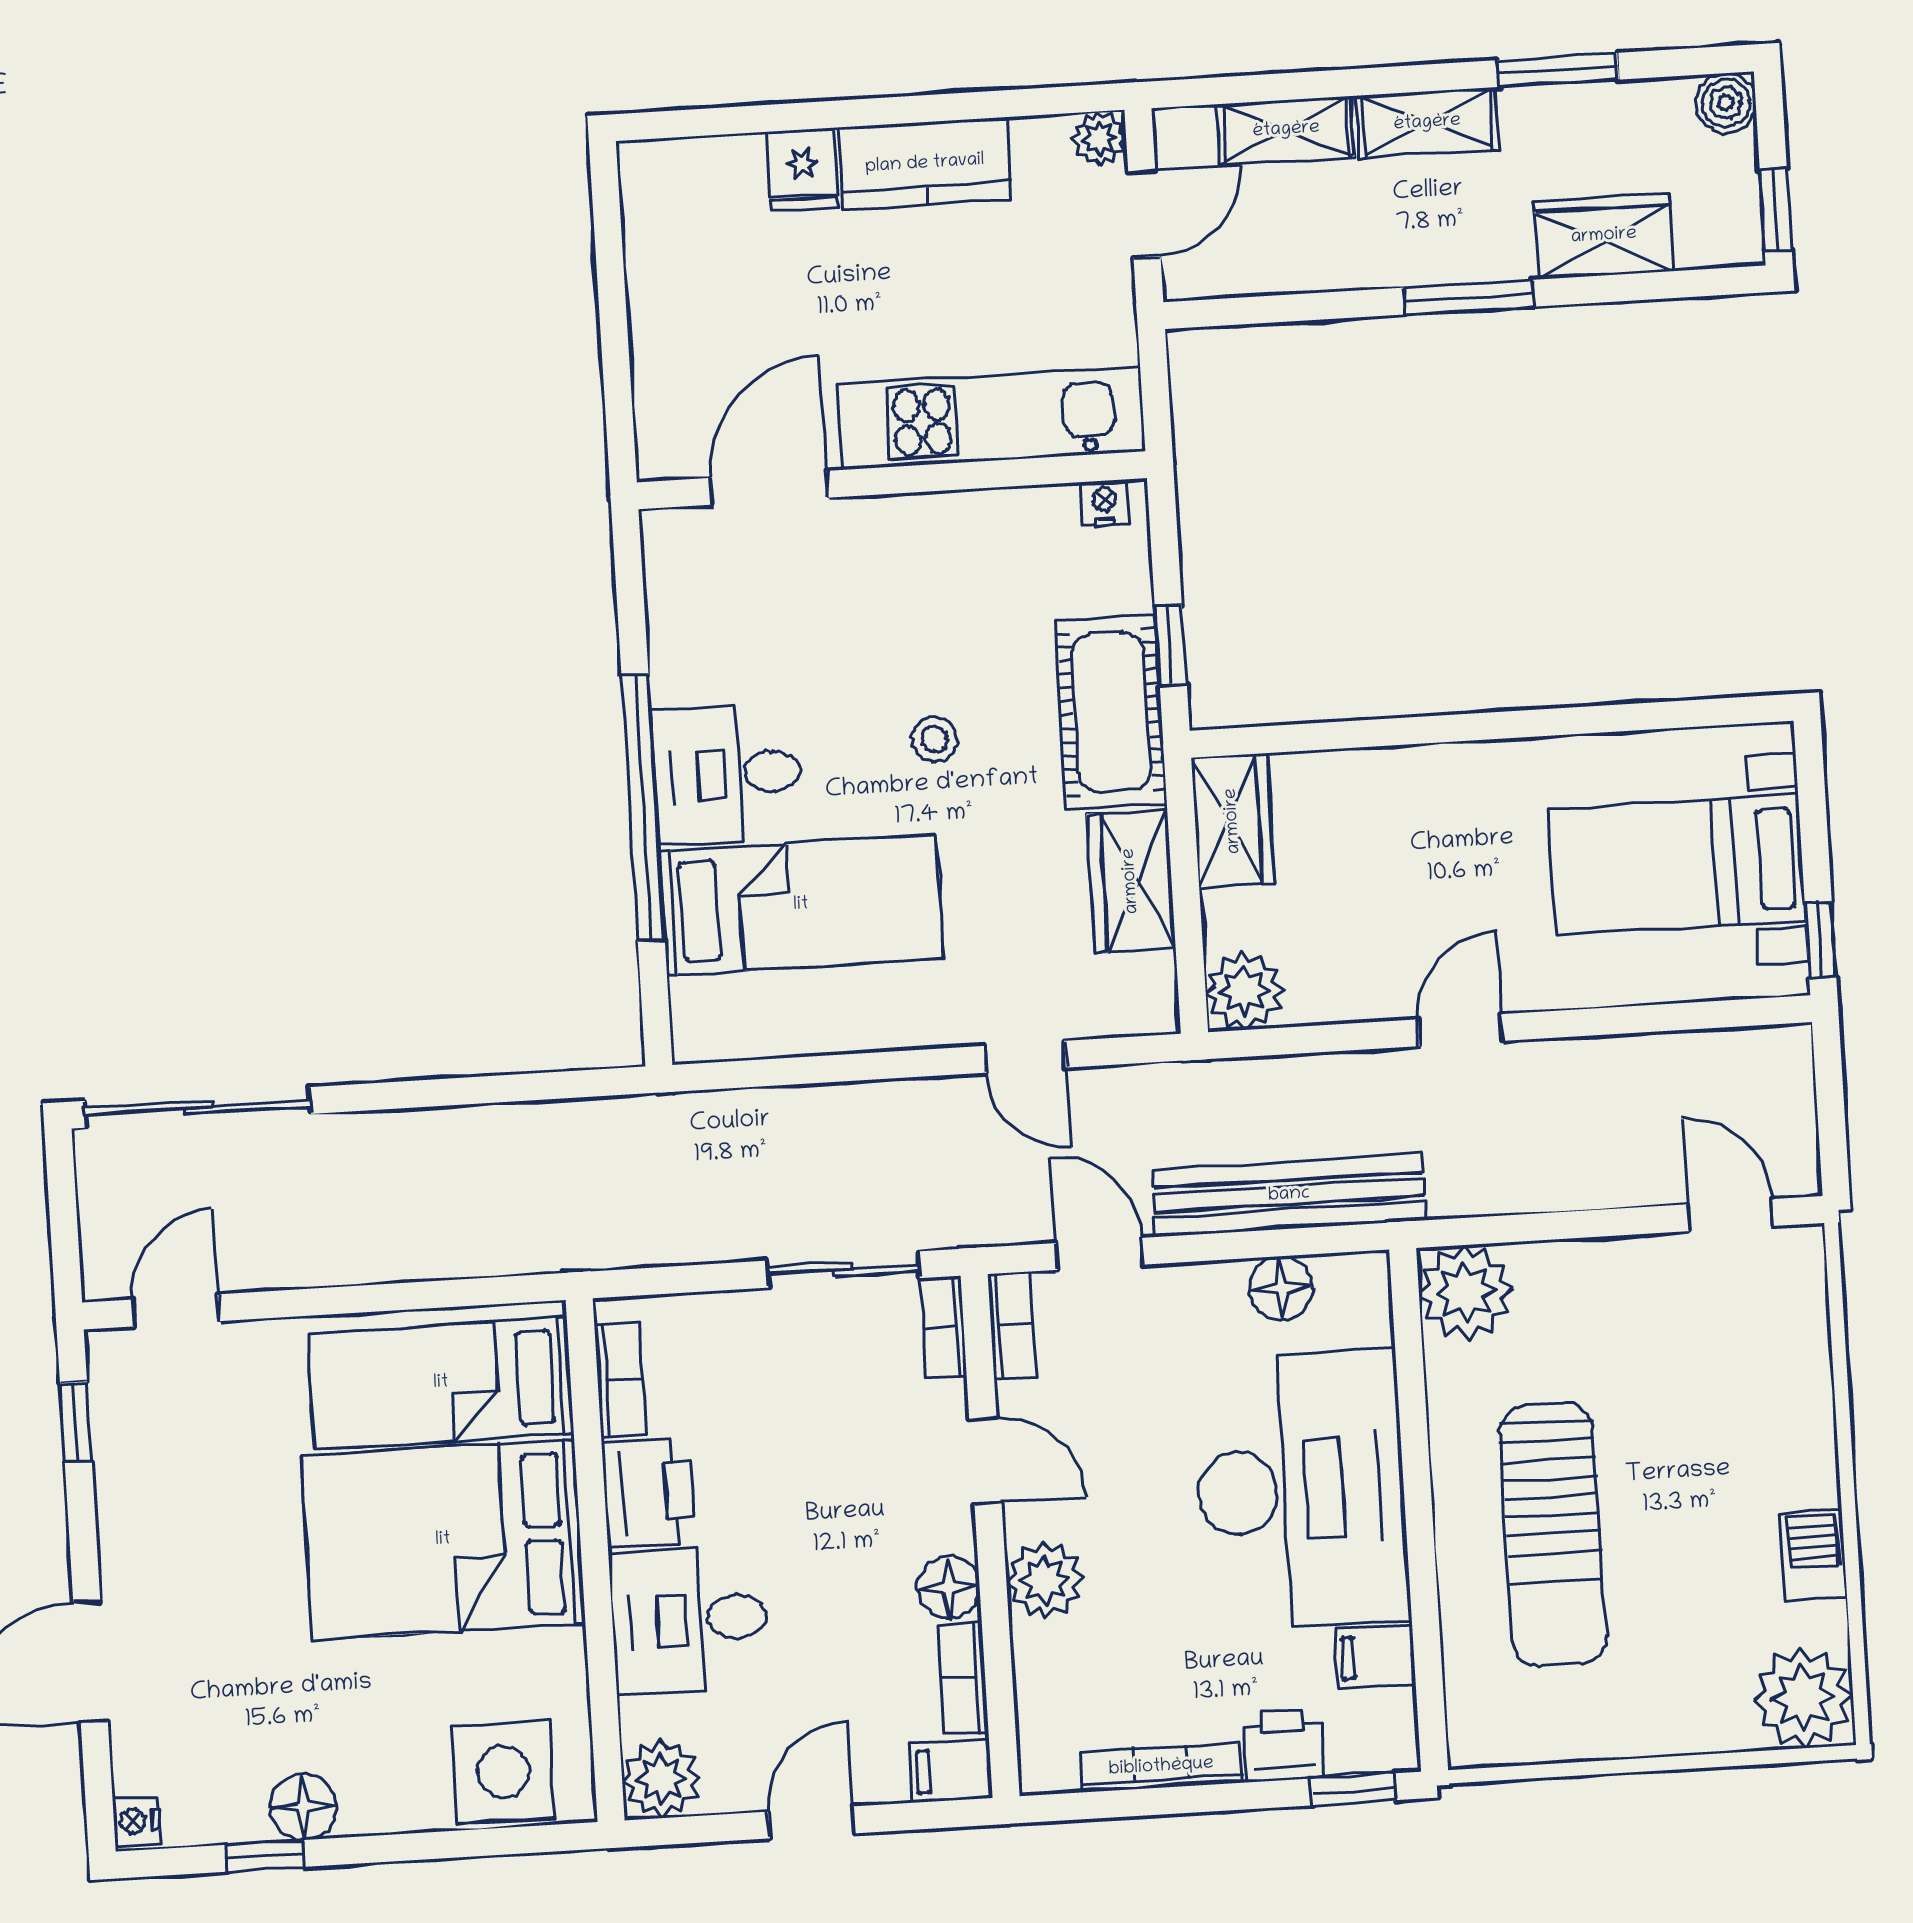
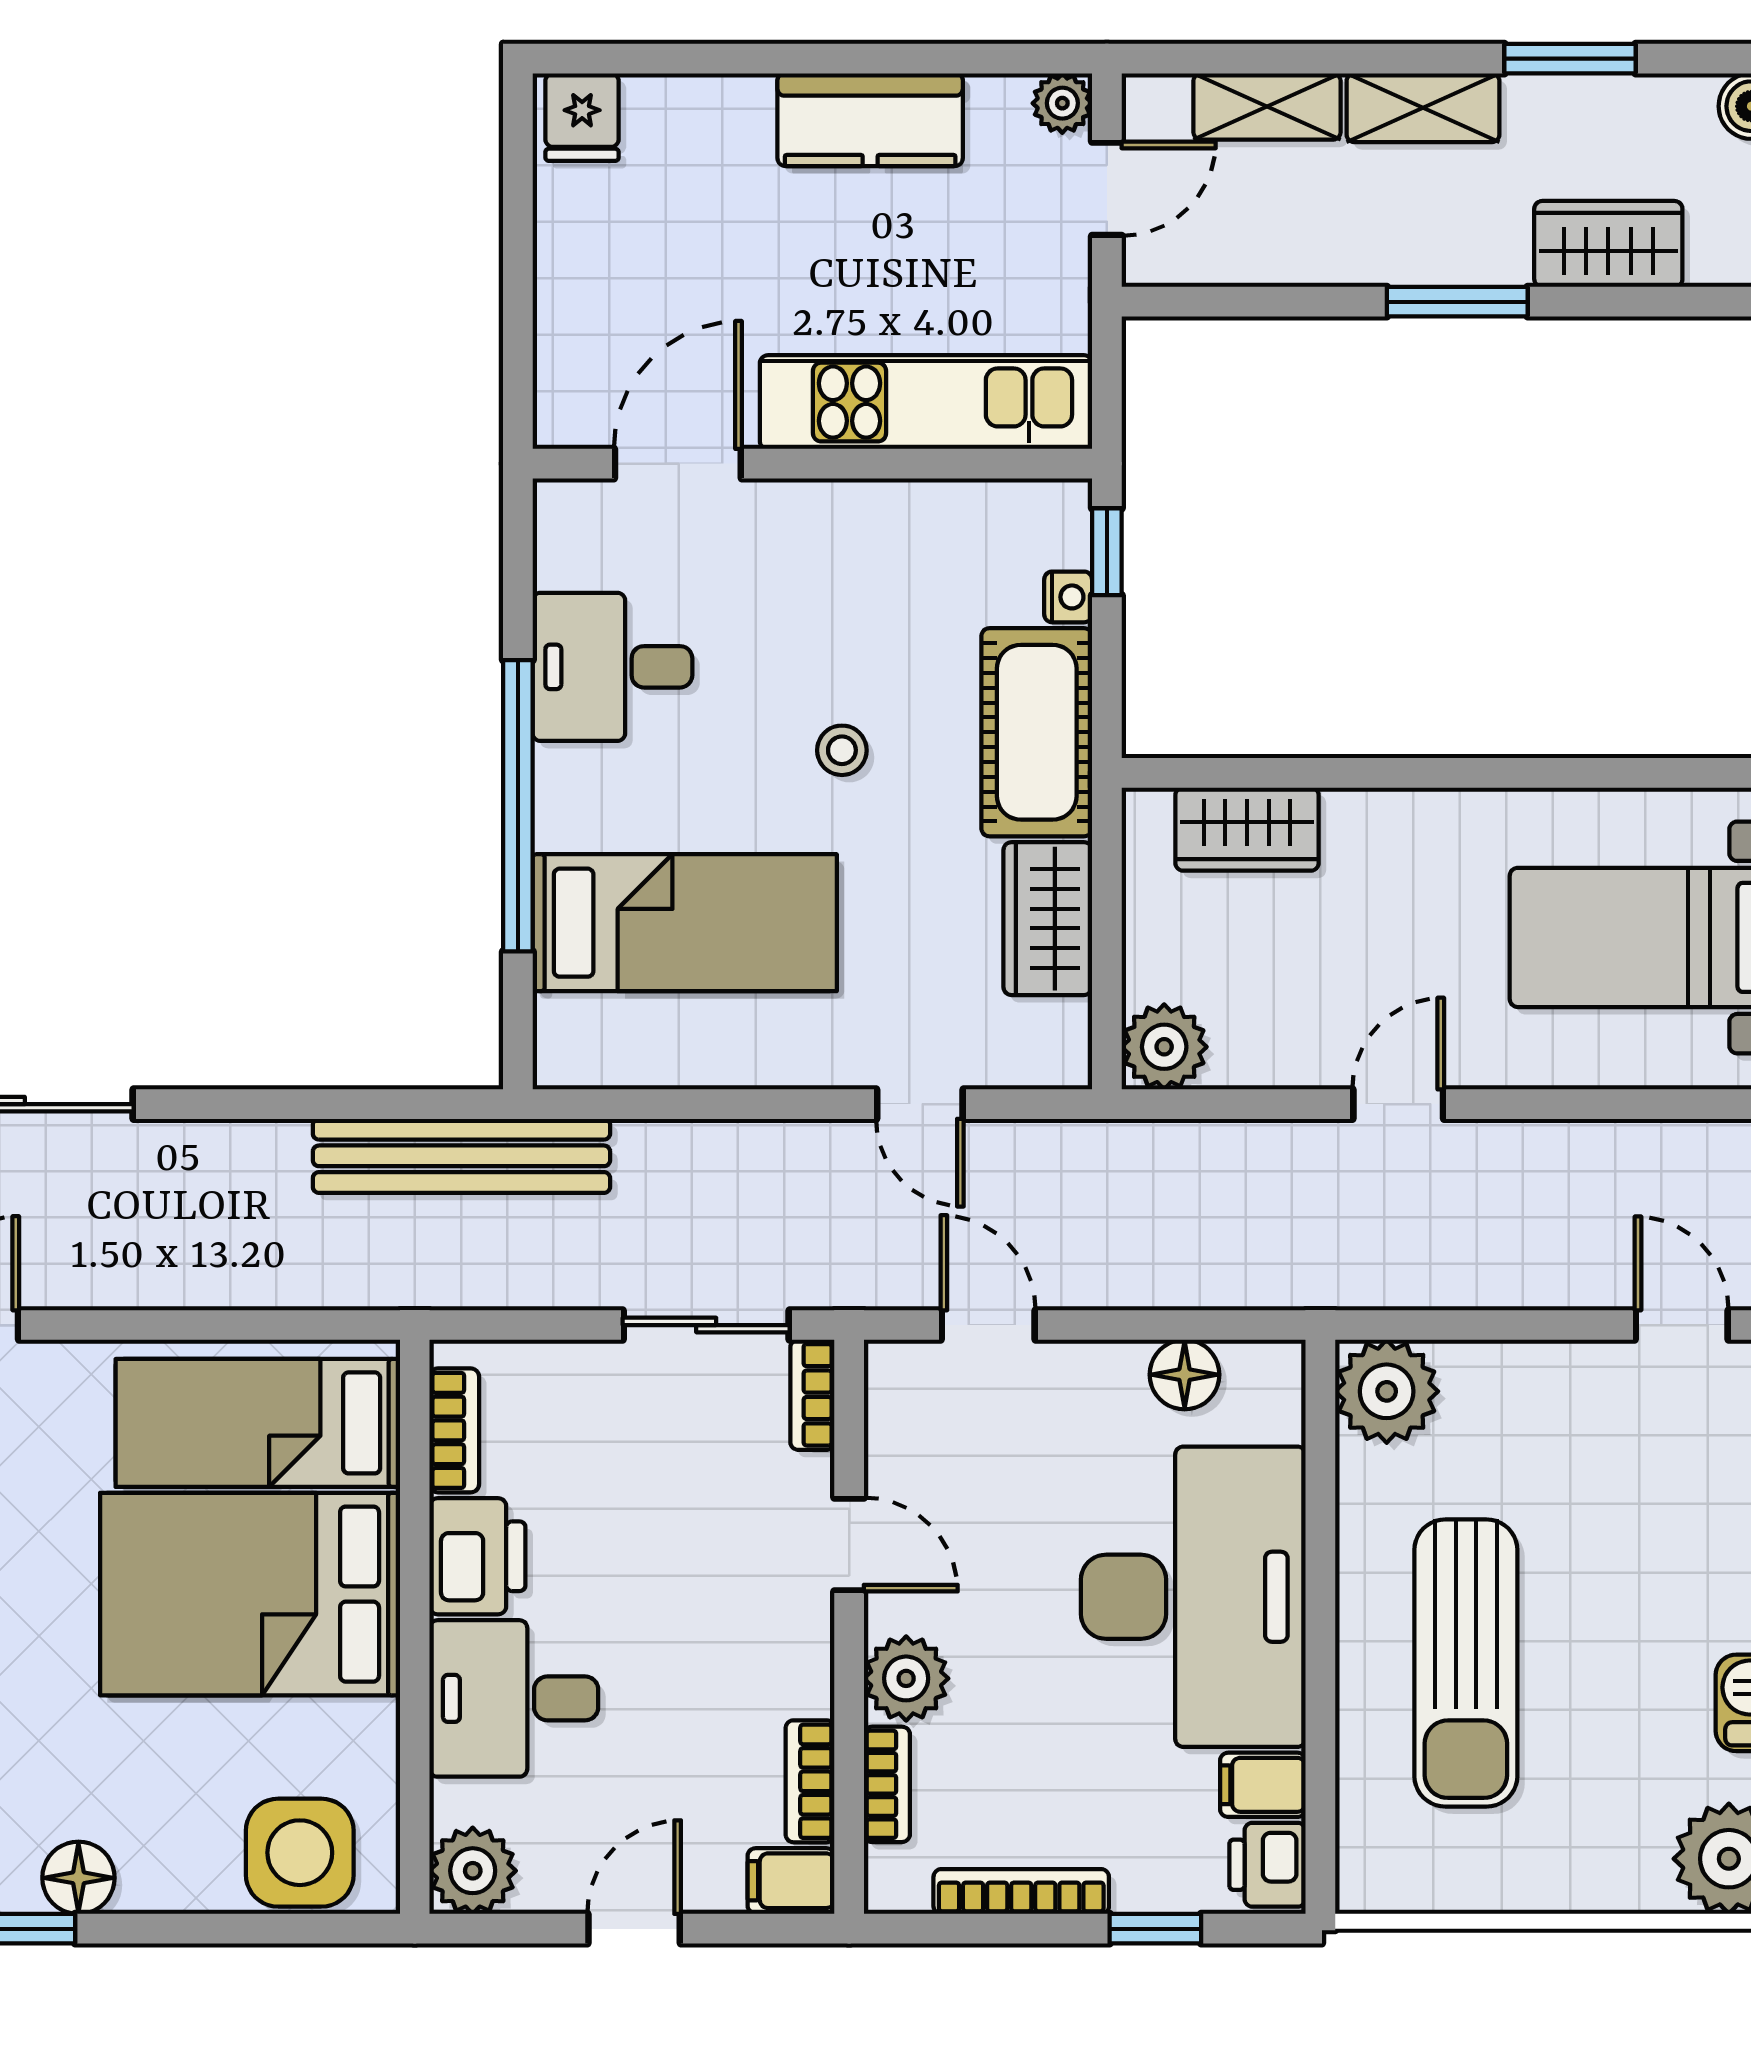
fridge: (802, 170) -> (582, 117), moved
nightstand: (1105, 503) -> (1068, 597), moved, turned 90
window: (1171, 645) -> (1107, 552), moved
desk: (727, 774) -> (612, 667), moved
wardrobe: (1233, 821) -> (1247, 829), moved, turned 90
bench: (1289, 1195) -> (461, 1156), moved
bookcase: (1012, 1325) -> (887, 1784), moved
floor lamp: (949, 1587) -> (800, 1680), removed
printer: (1284, 1745) -> (1267, 1865), moved, turned -90
window: (1353, 1789) -> (1155, 1929), moved

